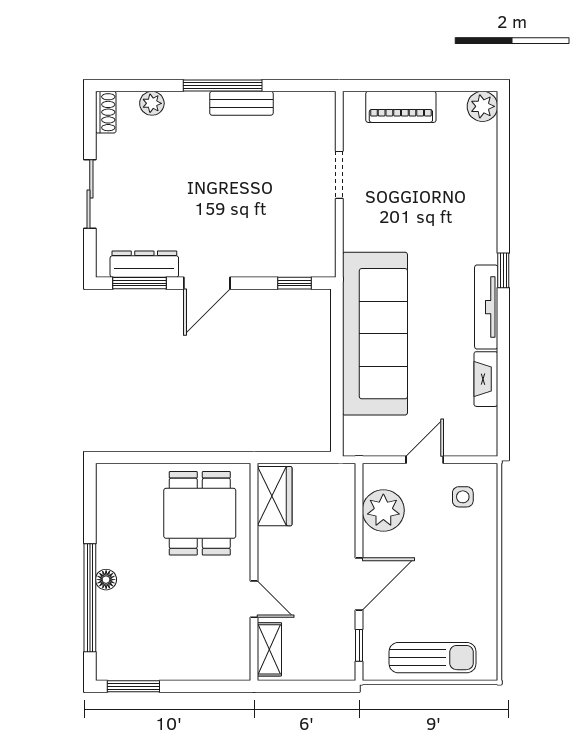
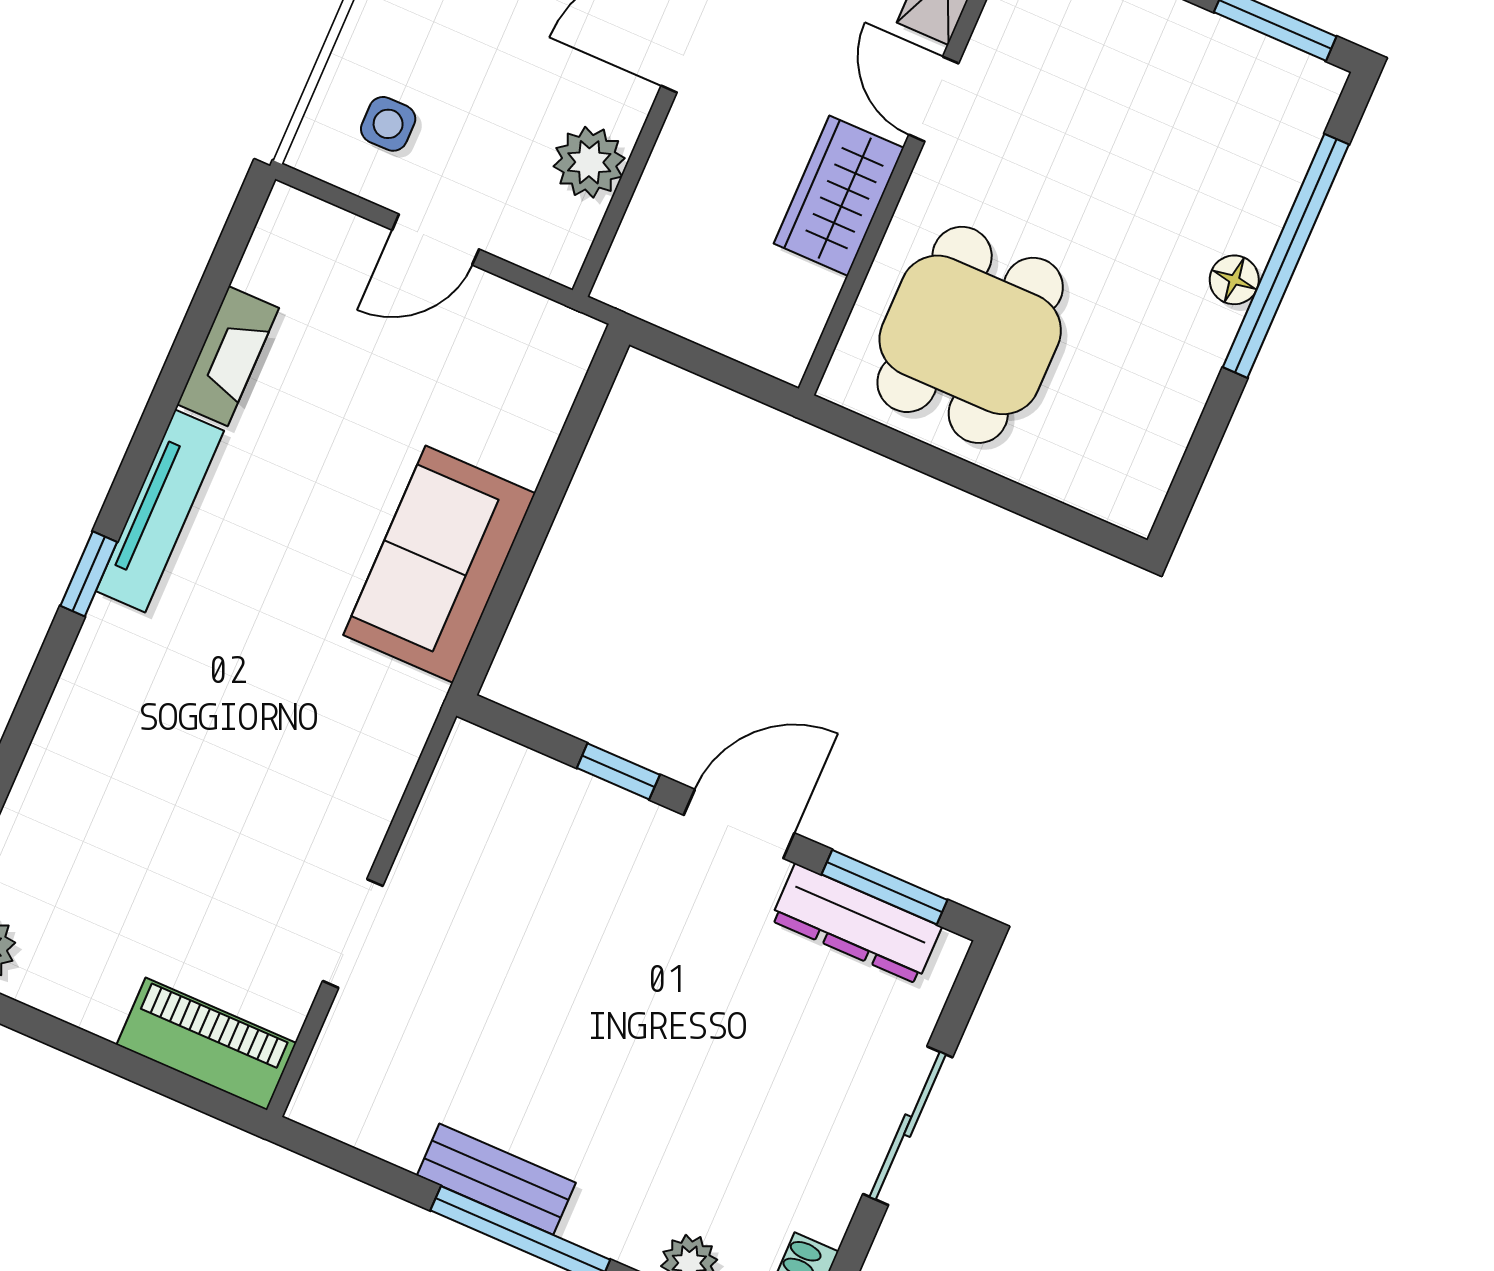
piano: (401, 107) -> (206, 1044), moved
window: (295, 283) -> (618, 771), moved
sofa: (375, 334) -> (439, 564), width x0.54, depth x0.79
wardrobe: (275, 496) -> (839, 196), moved
plant: (383, 510) -> (589, 162), width x0.73, depth x0.73

